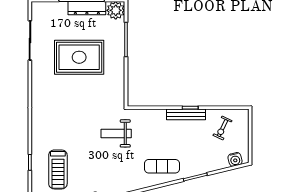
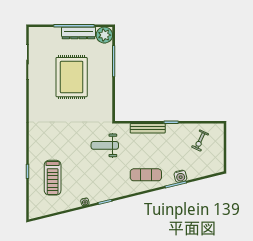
rug: (79, 57) -> (72, 77), turned 90
bench: (186, 114) -> (148, 128), moved
water cooler: (235, 159) -> (180, 176), moved

